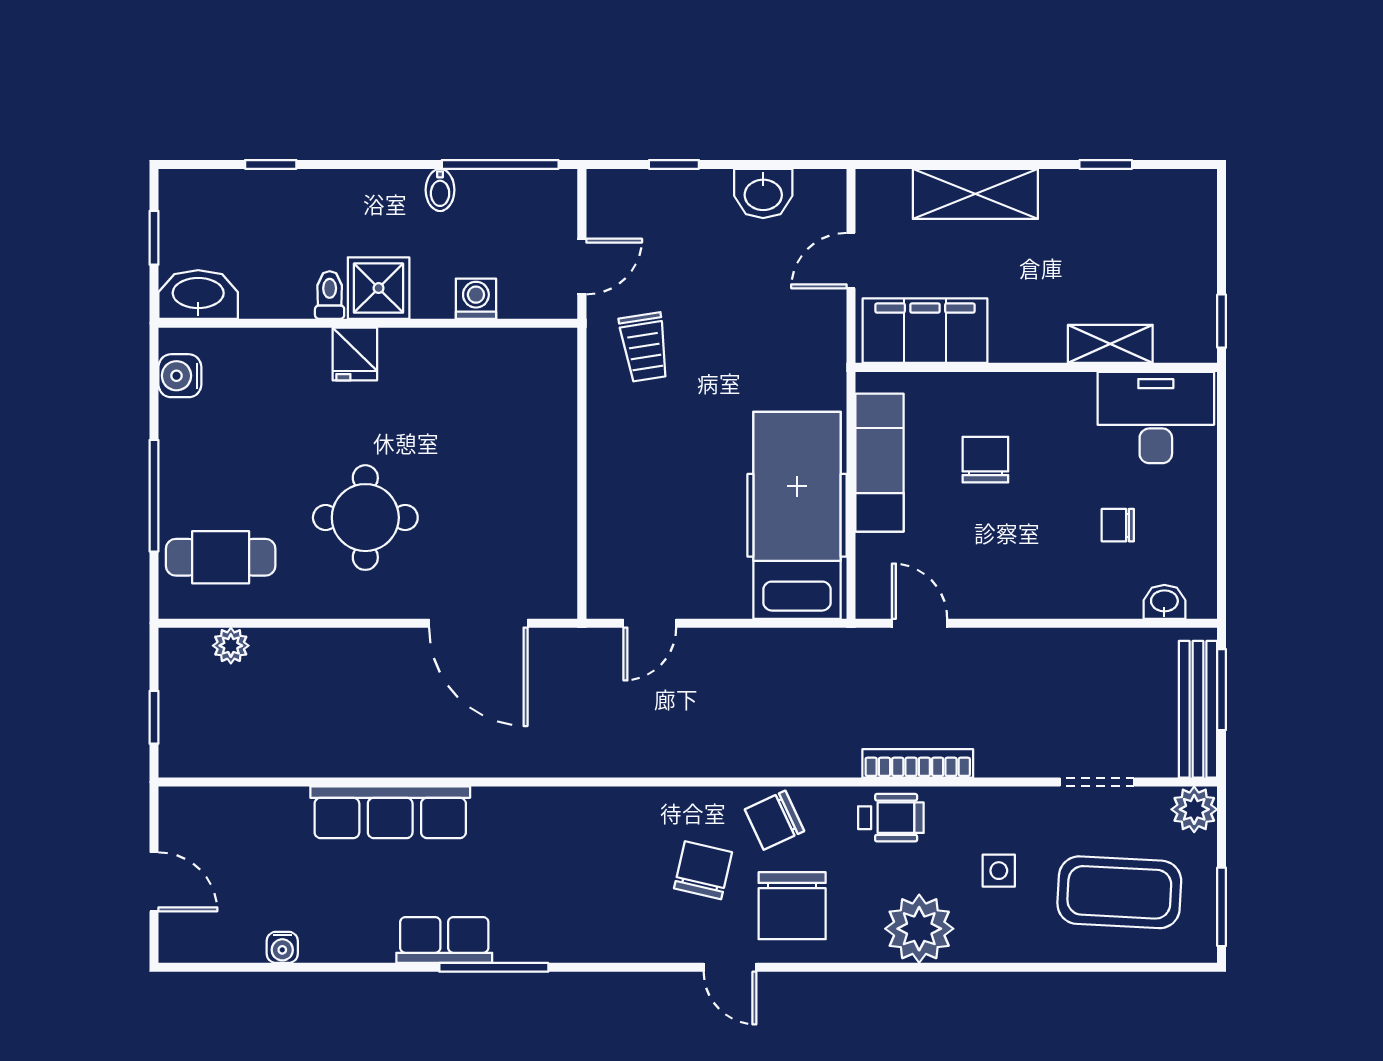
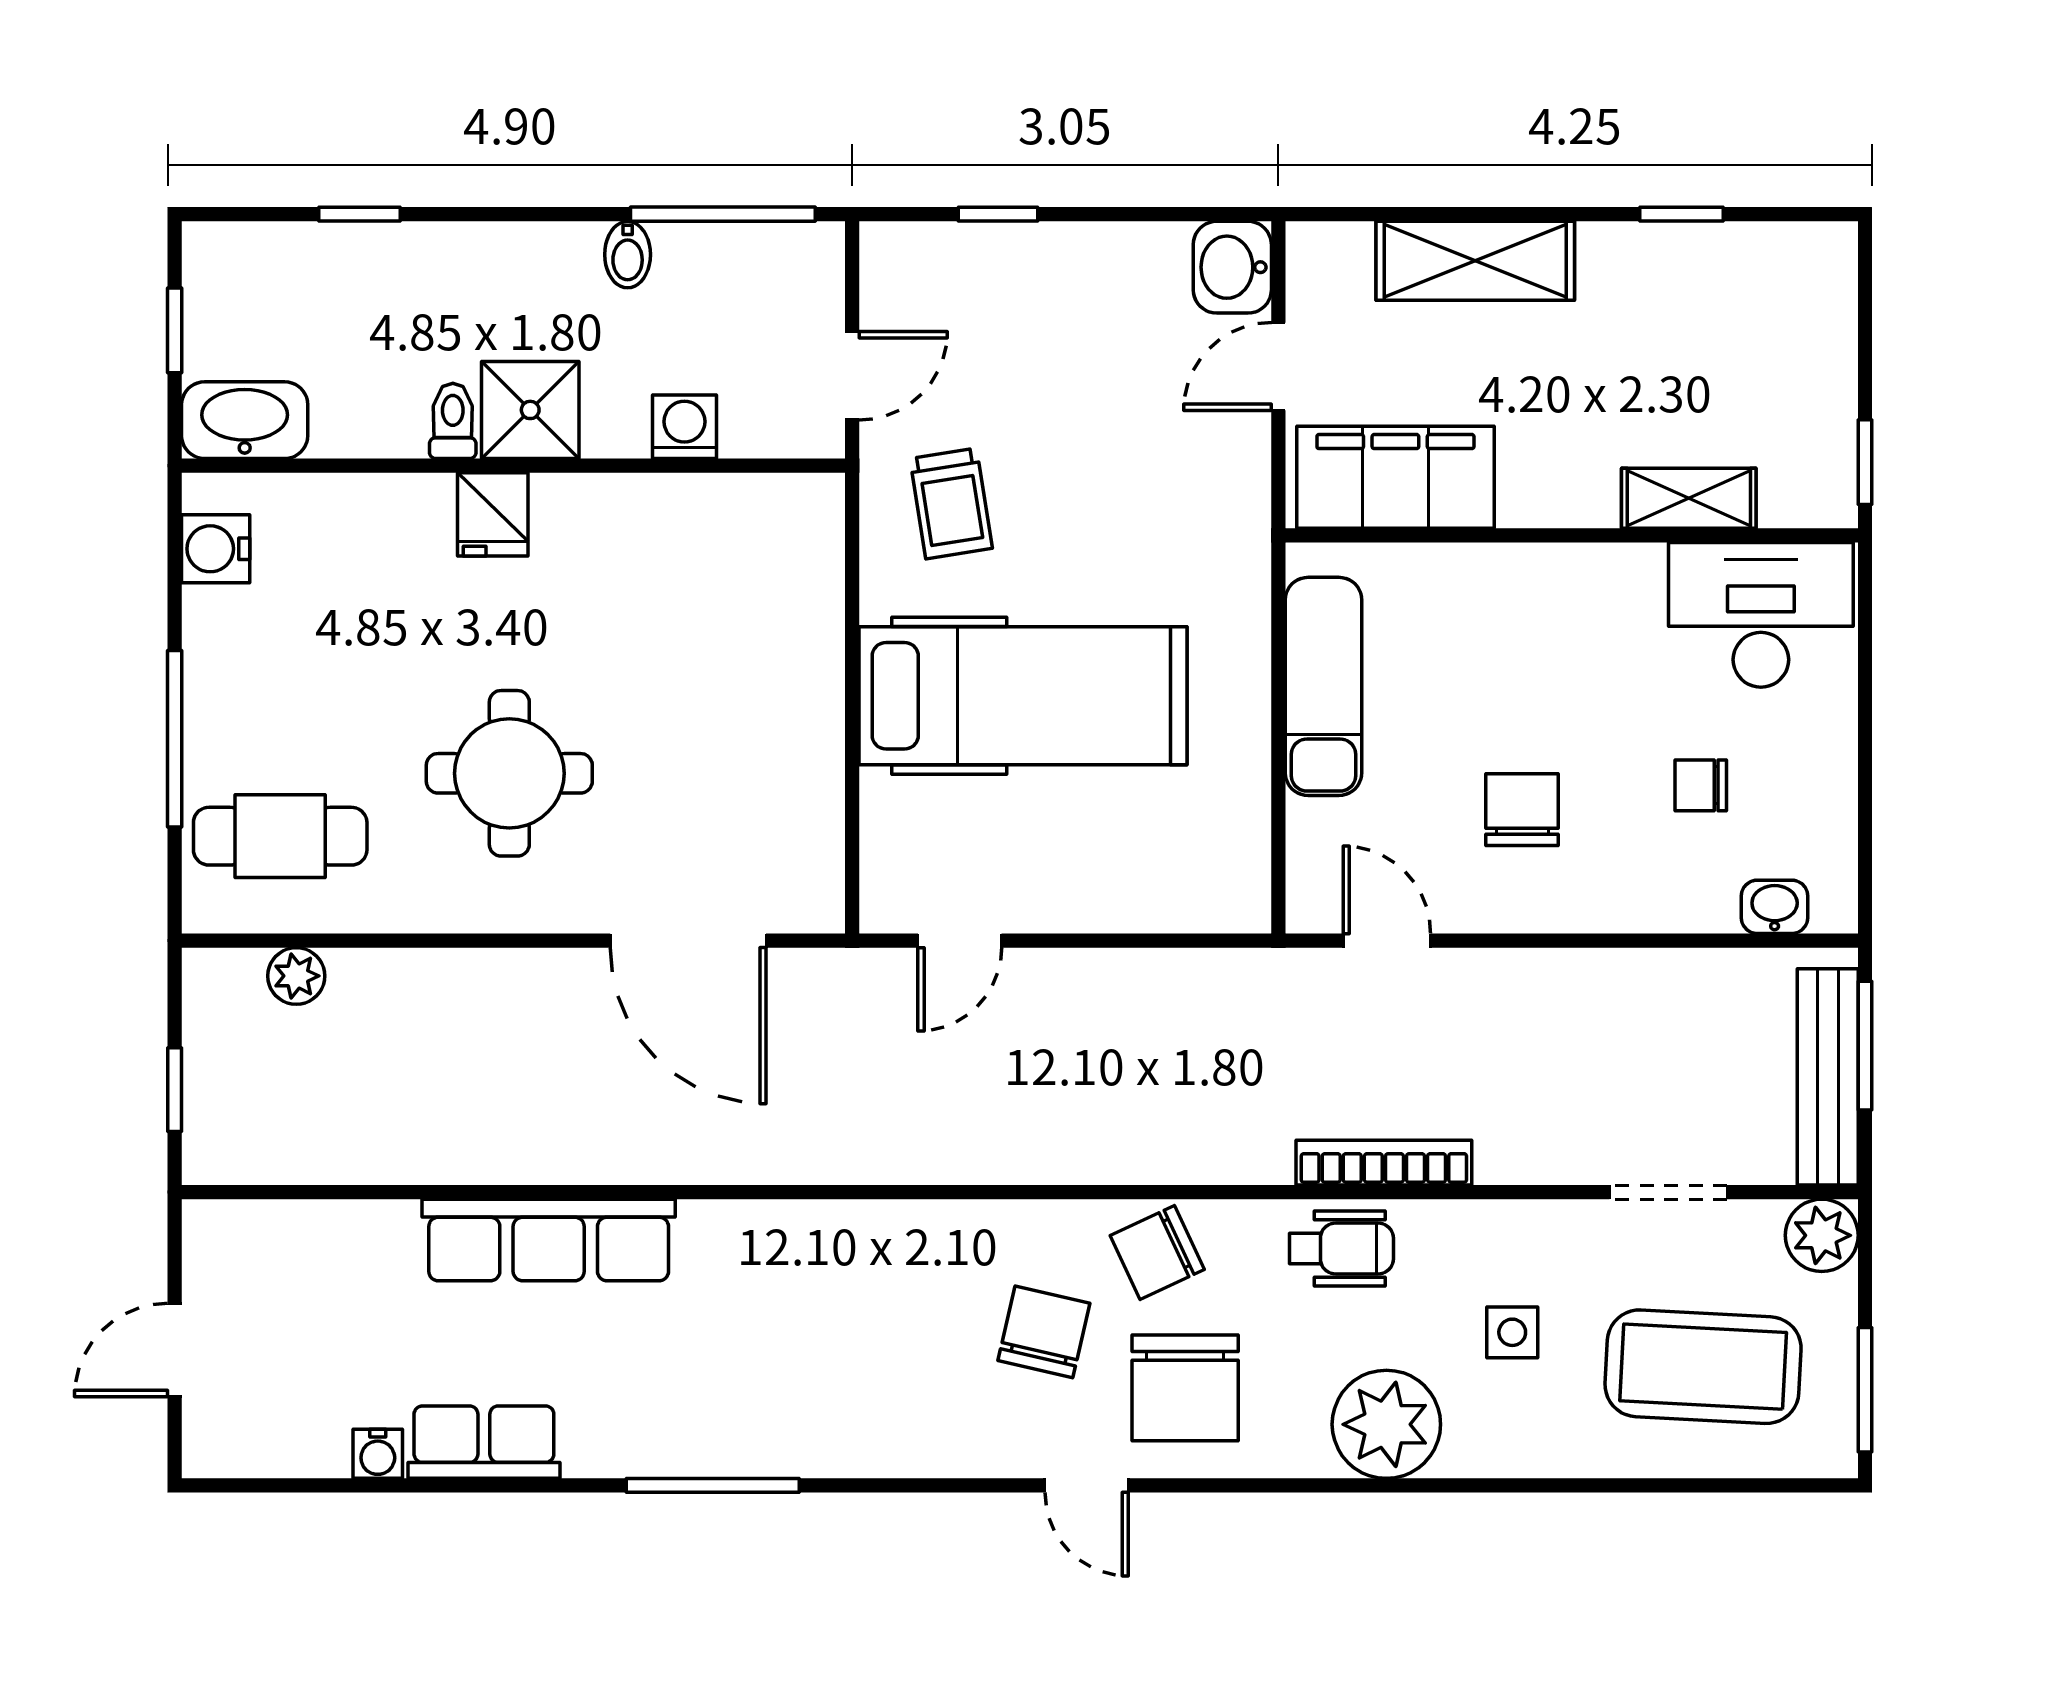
washbasin: (763, 193) -> (1232, 267), moved, turned 90
chair: (985, 460) -> (1522, 810), moved
hospital bed: (797, 515) -> (1023, 696), moved, turned 90
door: (154, 882) -> (175, 1350), swing flipped
row of seats: (444, 940) -> (484, 1442), moved

